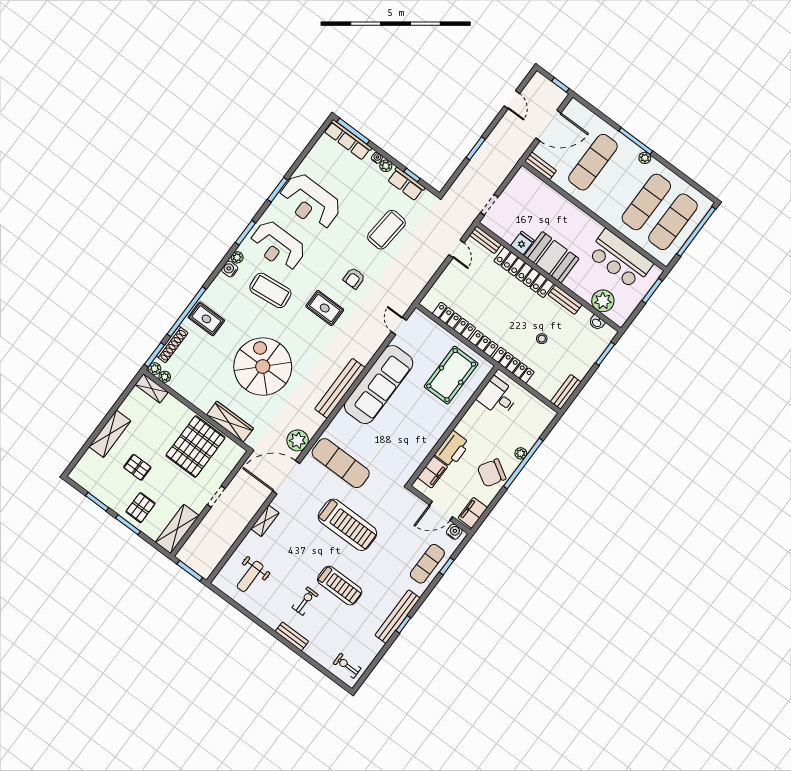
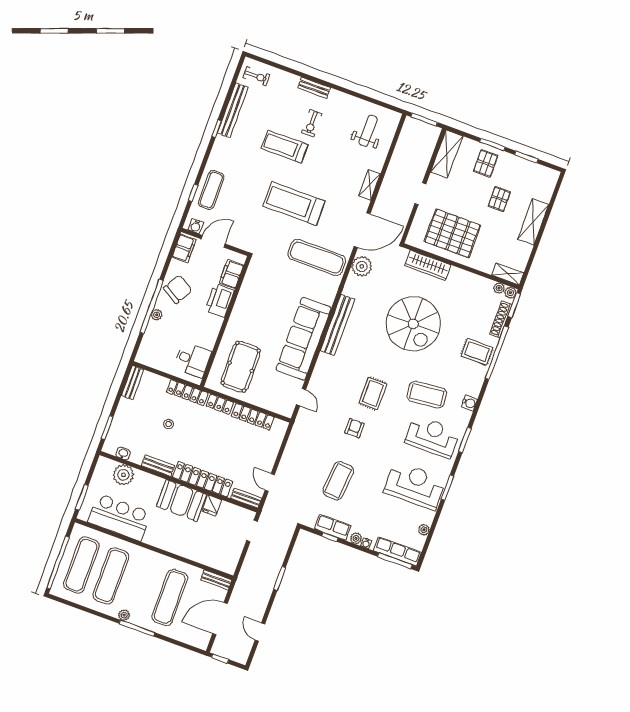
plant: (237, 257) -> (424, 530), moved
rug: (325, 308) -> (373, 393), turned 90
pallet: (195, 447) -> (452, 233), turned 90
pallet: (137, 467) -> (499, 199), turned 90
bench: (397, 617) -> (233, 110), moved

